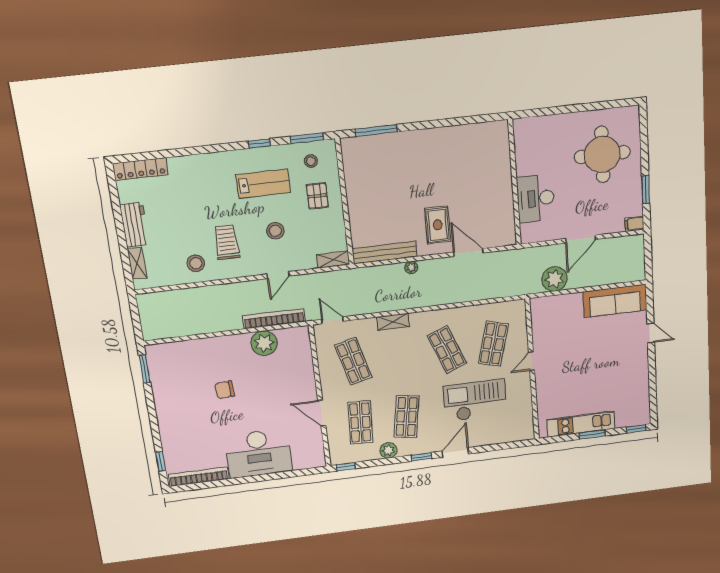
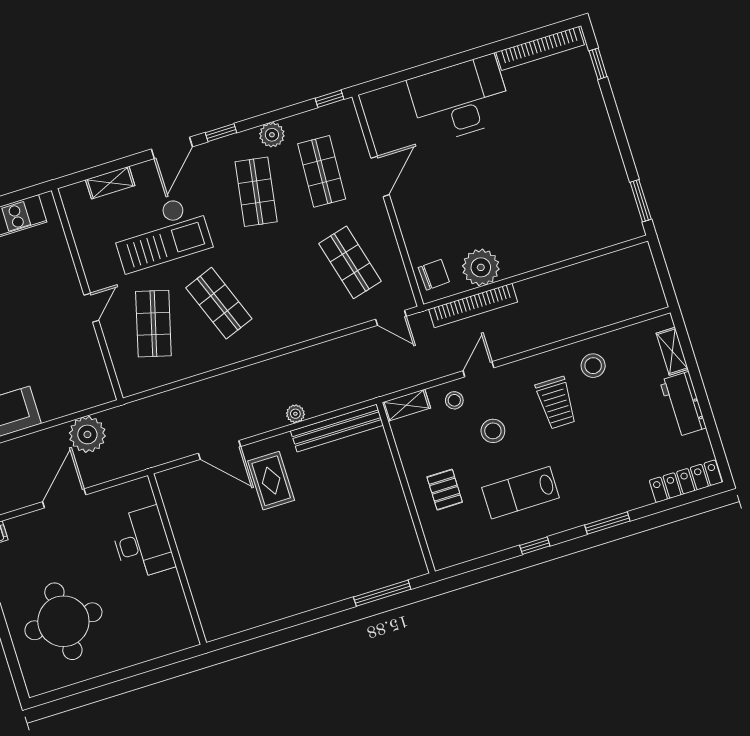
window: (307, 138) -> (607, 523), moved
stool: (311, 161) -> (454, 400), moved
shelving: (393, 322) -> (110, 183), moved
chair: (225, 390) -> (434, 275), moved
door: (322, 413) -> (380, 176), hinge flipped

